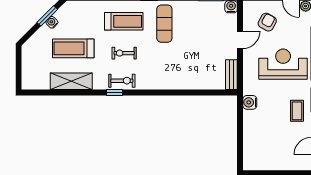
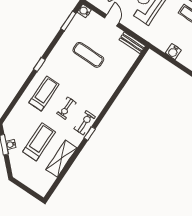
exercise mat: (164, 24) -> (88, 55), moved
treadmill: (73, 48) -> (39, 142), turned 180
water cooler: (250, 102) -> (173, 52), moved

